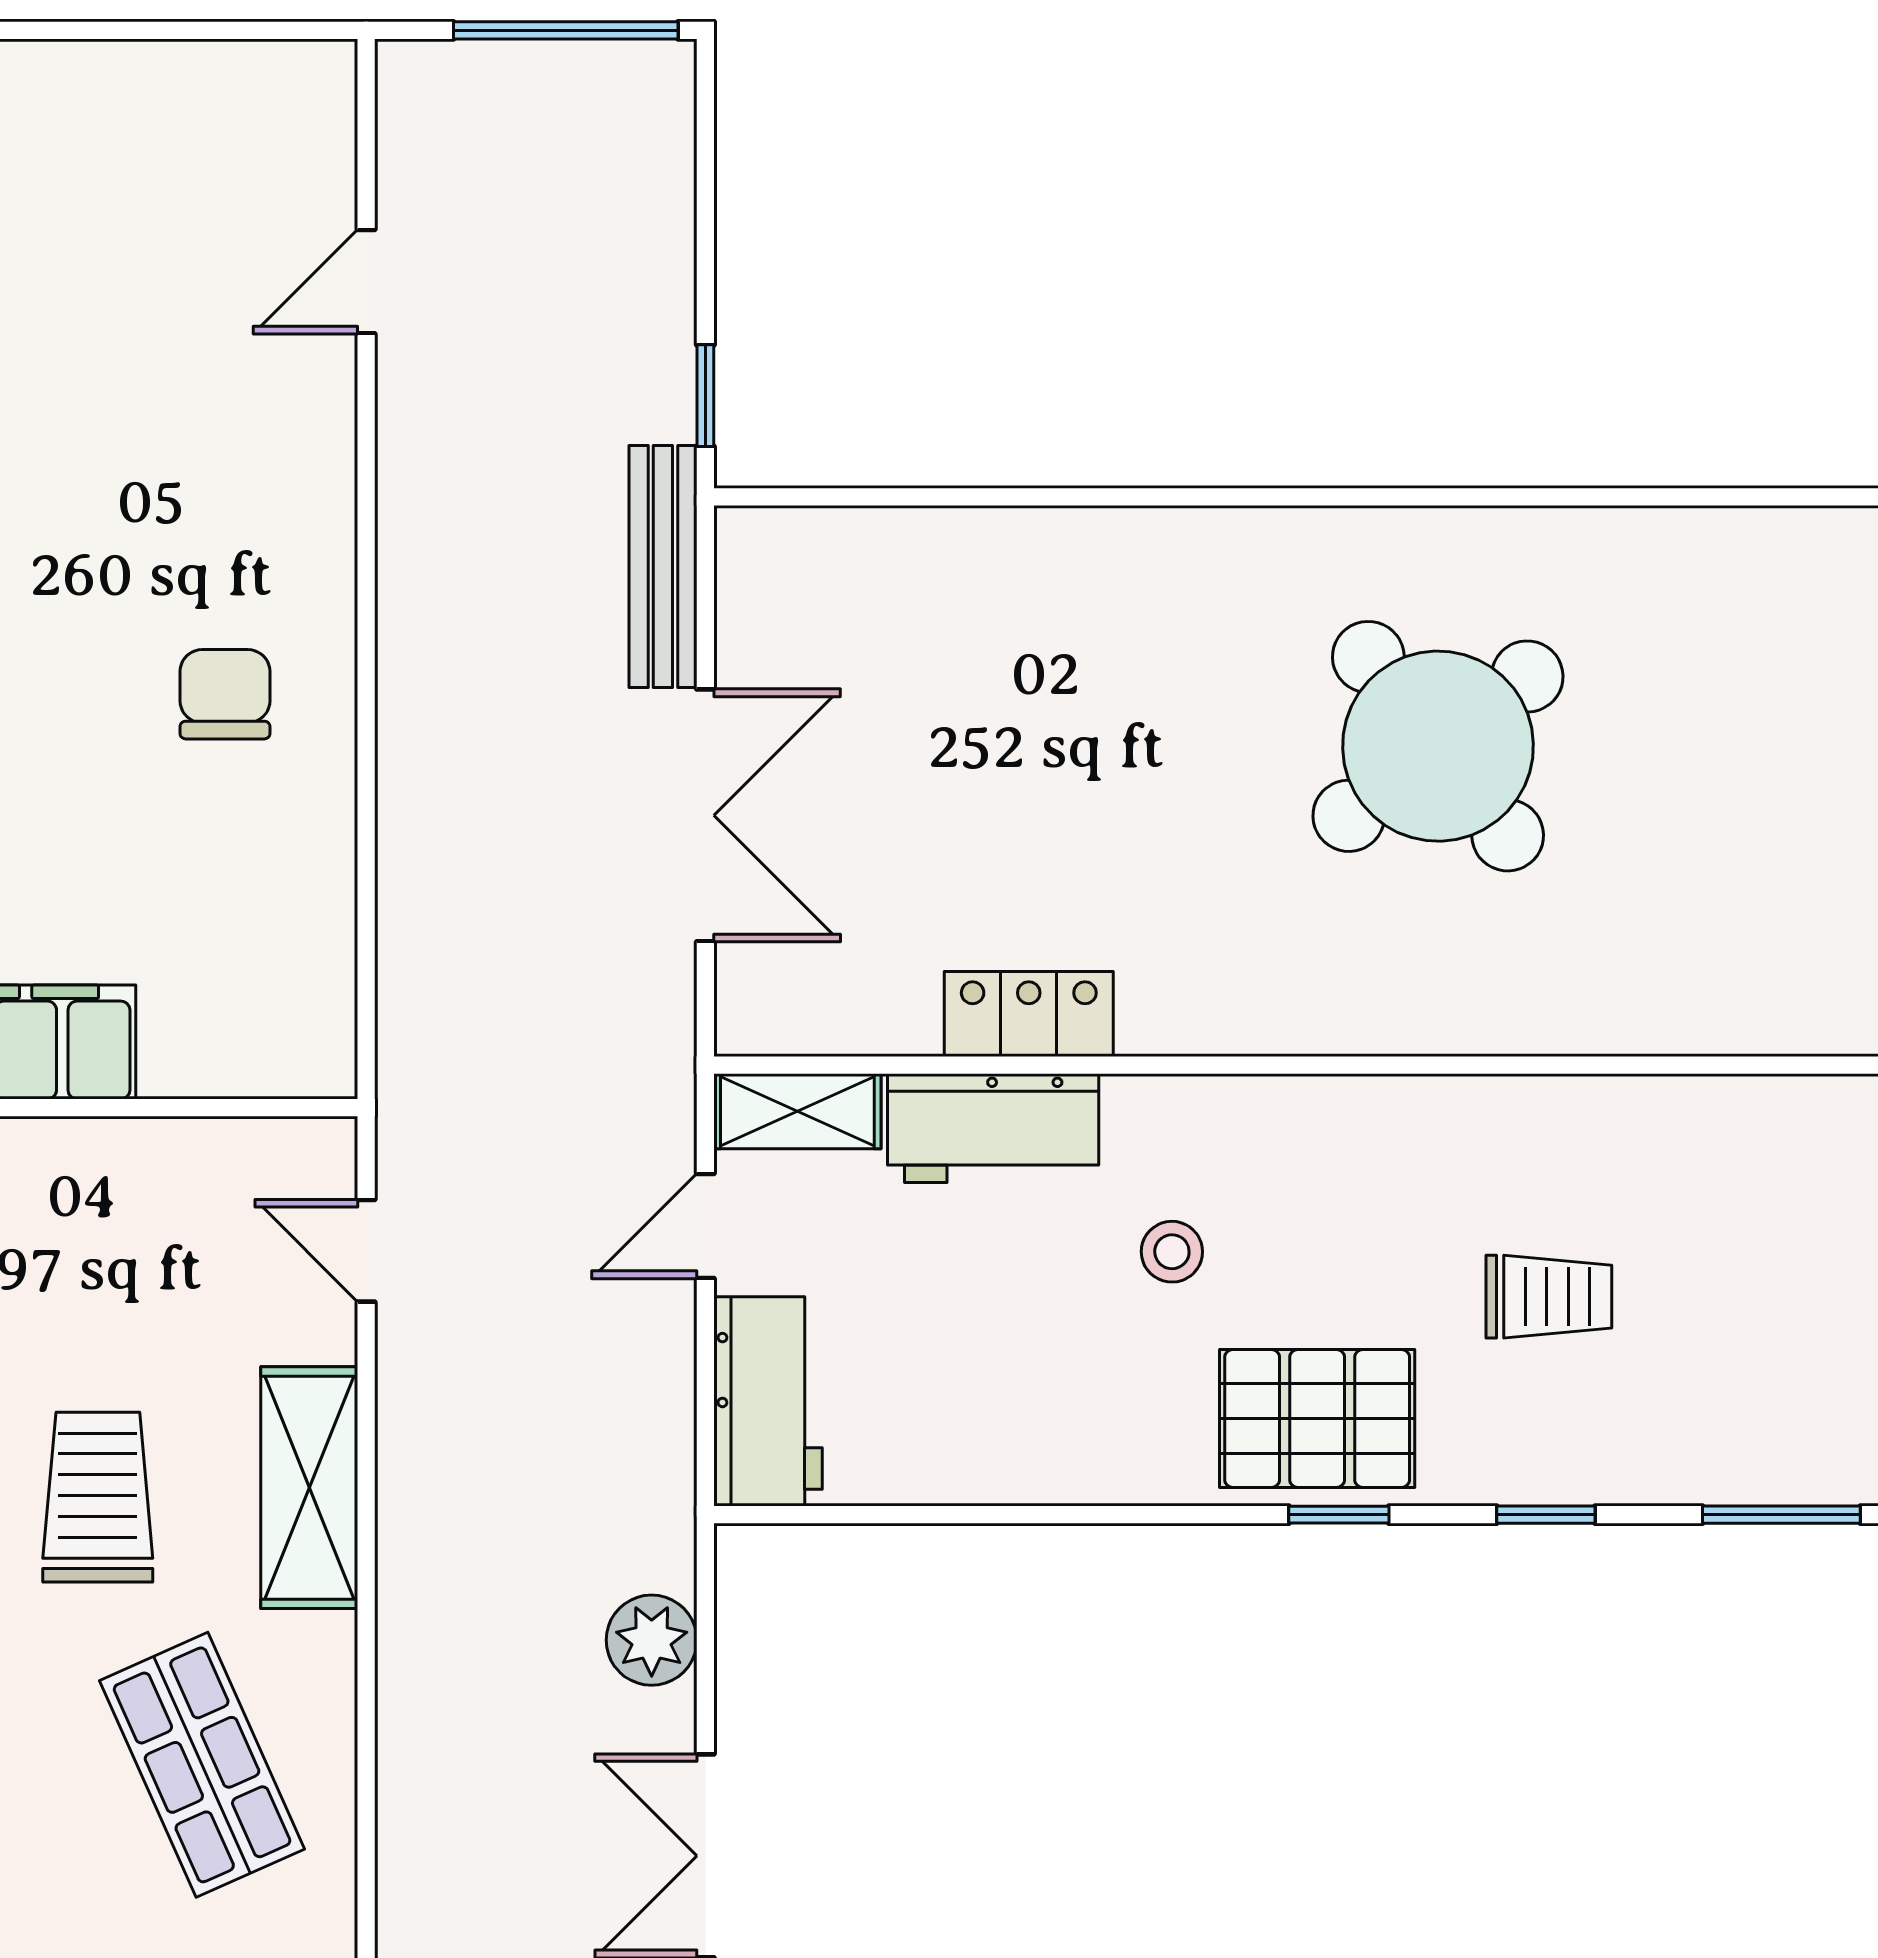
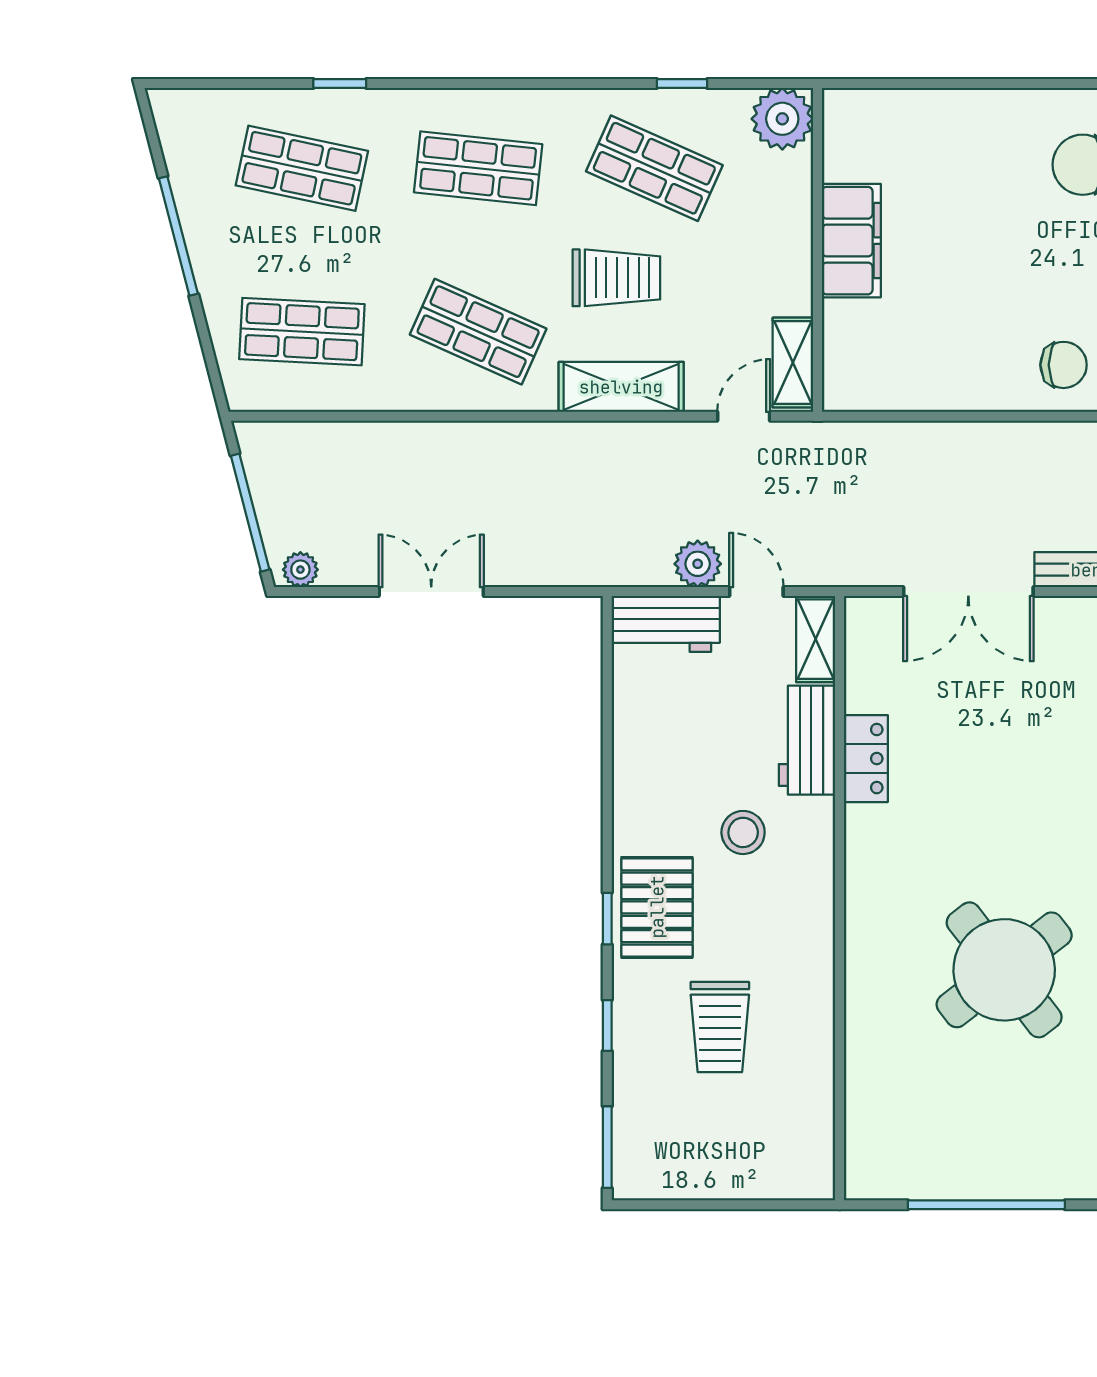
chair: (225, 694) -> (1064, 365), moved
shelving: (262, 1155) -> (793, 363), added
stool: (1172, 1252) -> (743, 832), width x1.37, depth x1.37
trolley: (1549, 1297) -> (720, 1027), width x1.36, depth x1.39
plant: (652, 1640) -> (698, 564), moved
shop shelf: (202, 1765) -> (478, 332), turned 48

